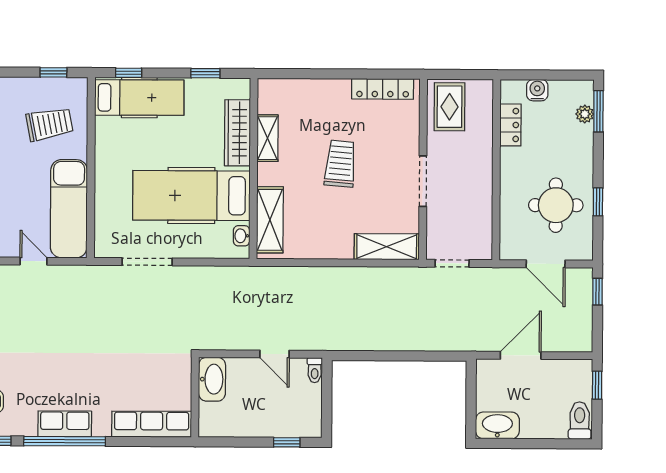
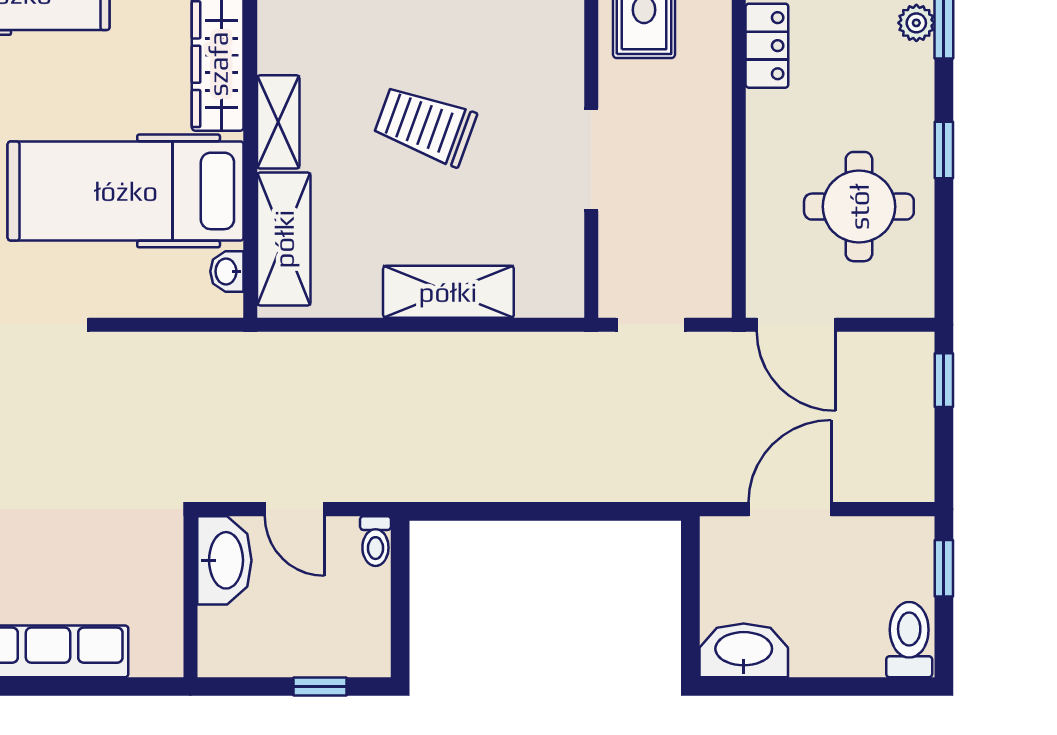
shelving: (268, 138) -> (278, 122), moved
trolley: (340, 164) -> (425, 125), turned -75
window: (598, 202) -> (944, 150), moved
shelving: (387, 247) -> (448, 292), moved
door: (546, 264) -> (796, 325), moved
washbasin: (212, 379) -> (224, 560), moved
wall: (195, 397) -> (190, 597), moved

